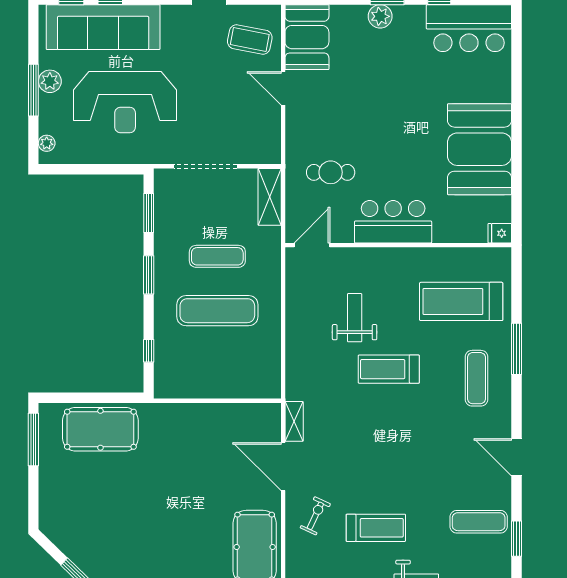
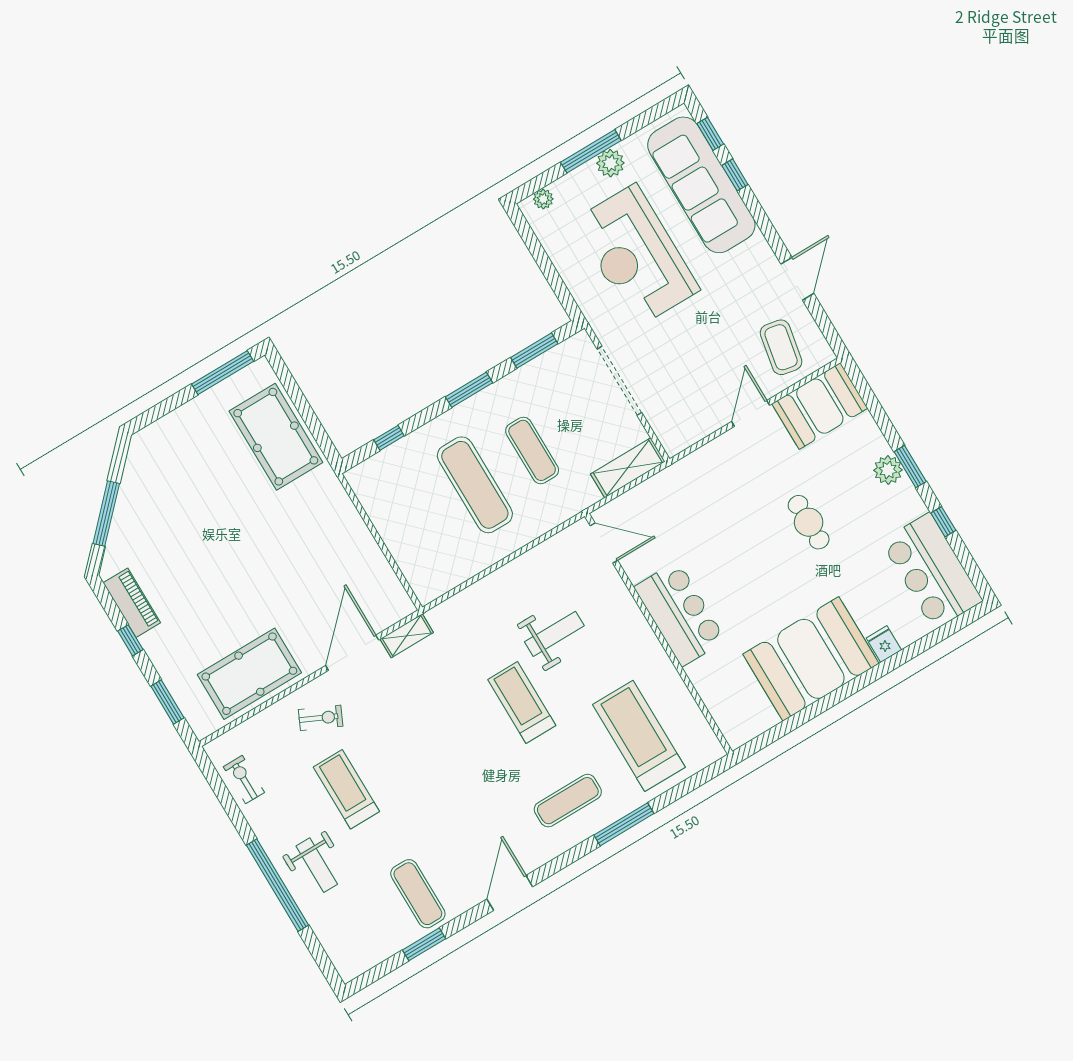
cafe table: (331, 172) -> (809, 522), moved
fridge: (500, 233) -> (884, 644), moved
treadmill: (376, 528) -> (346, 789), turned 180

